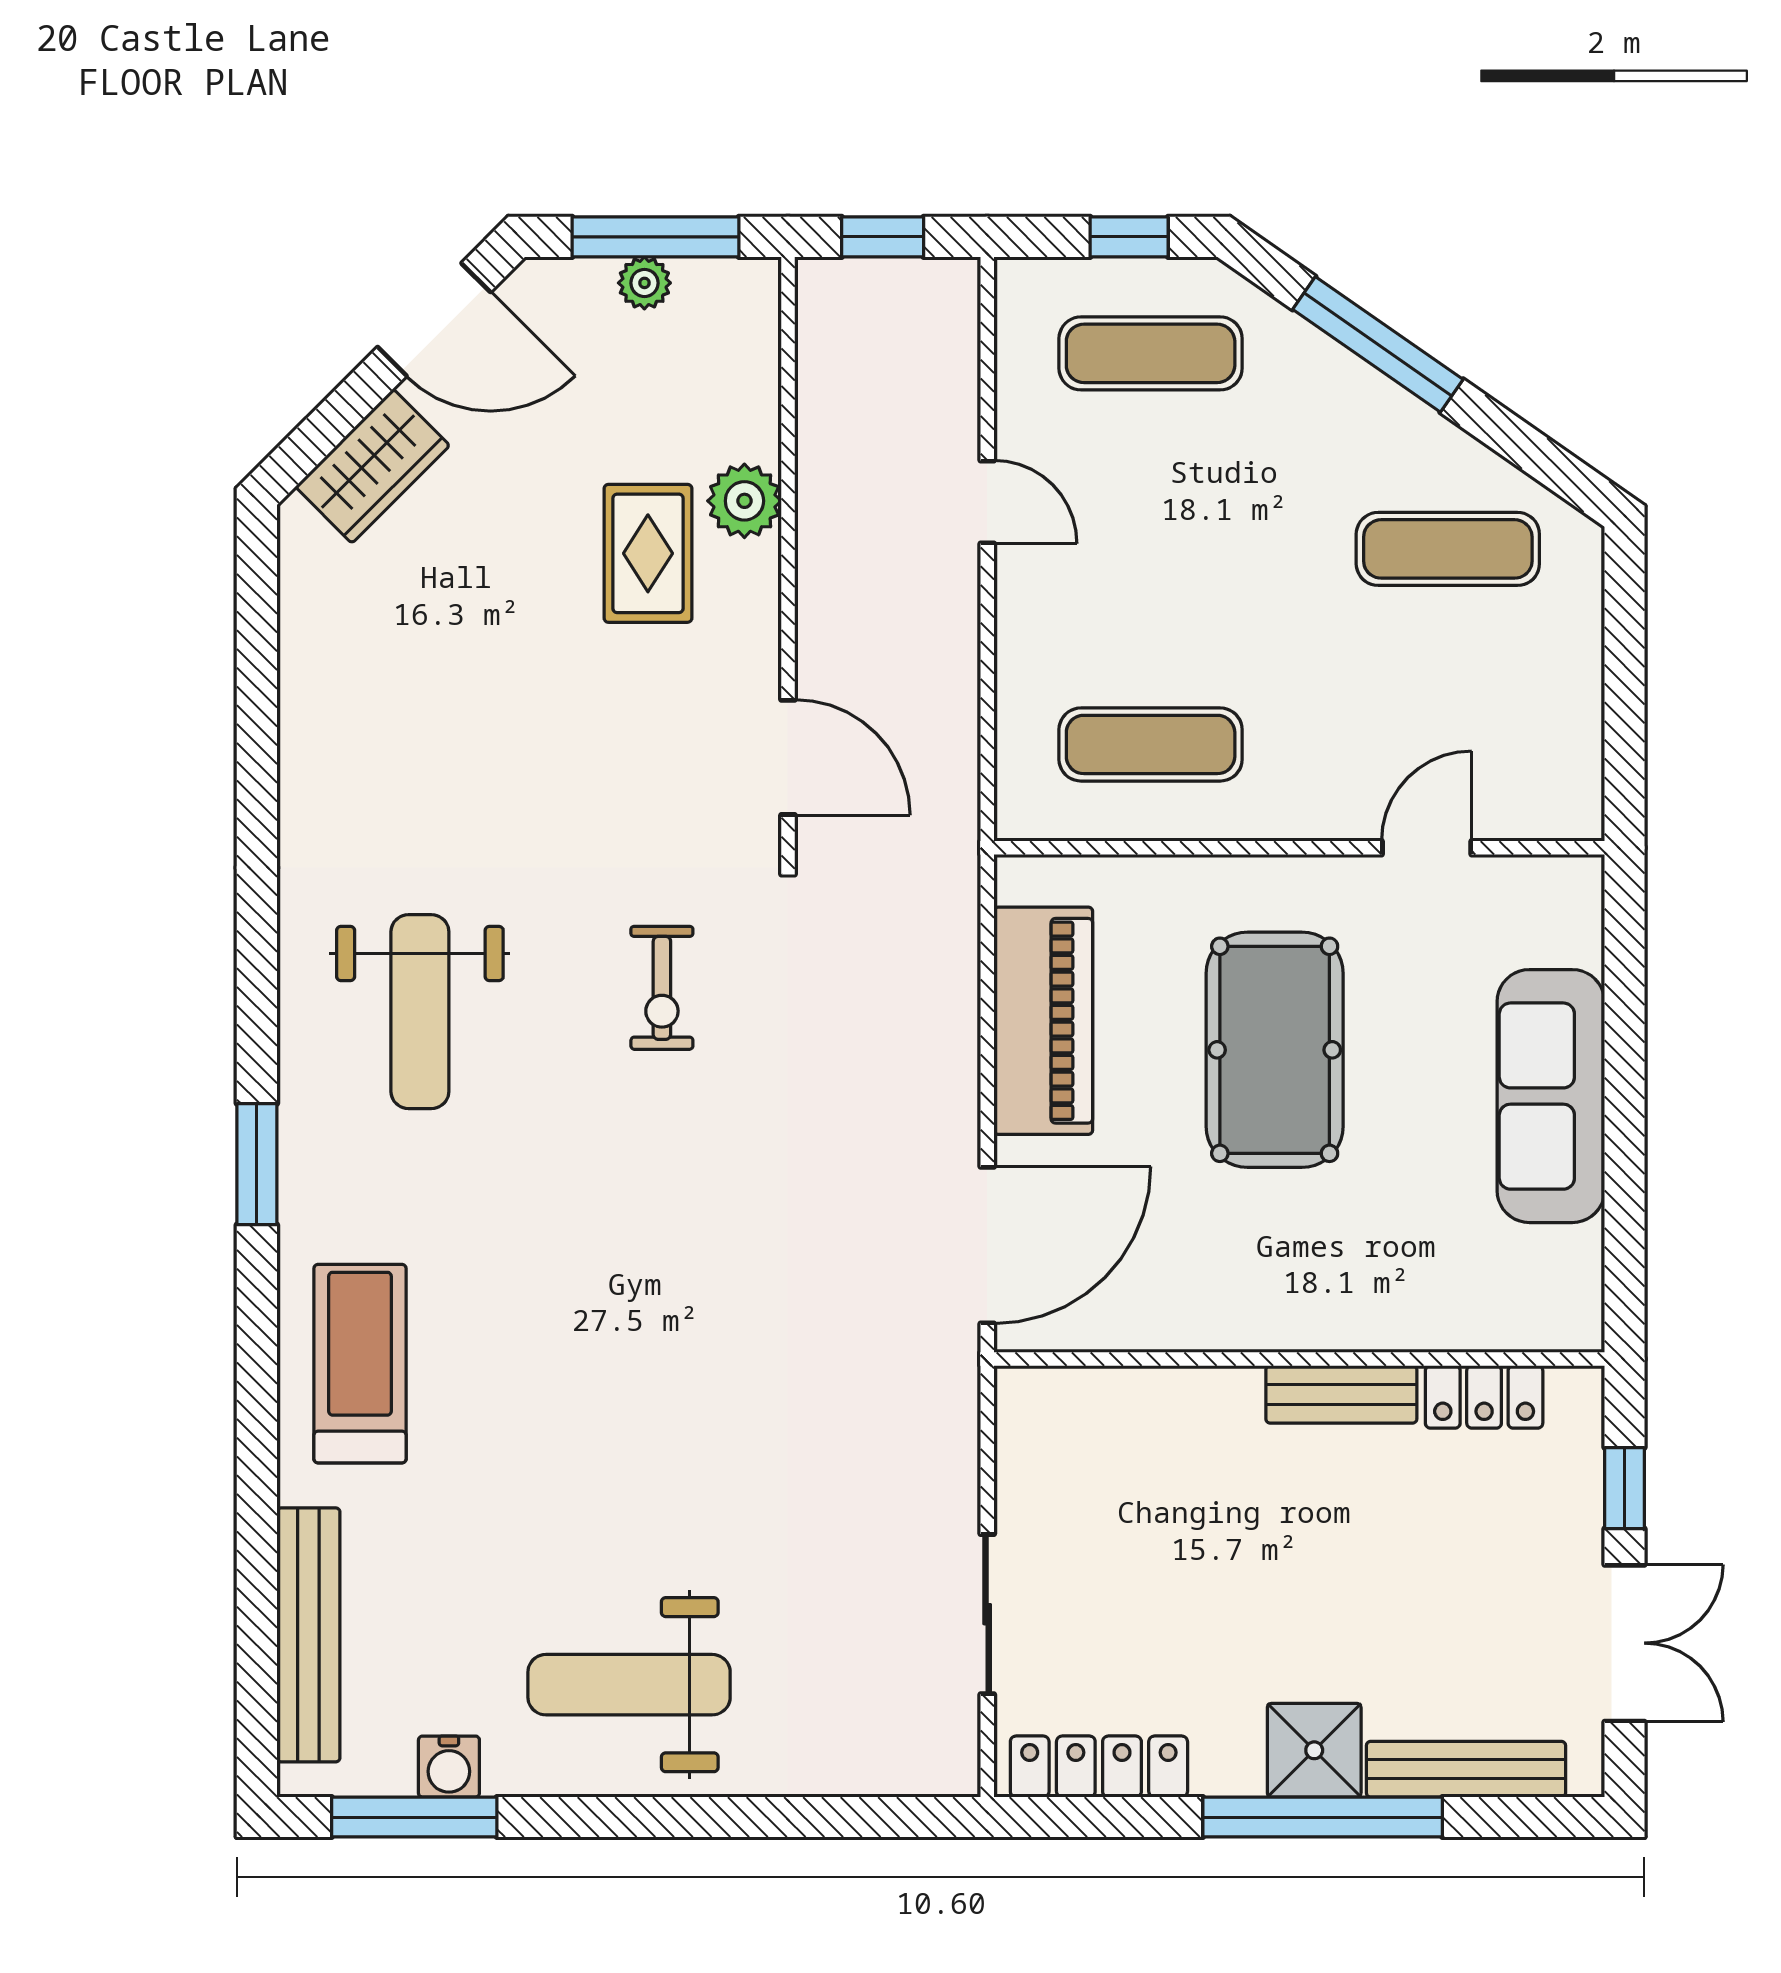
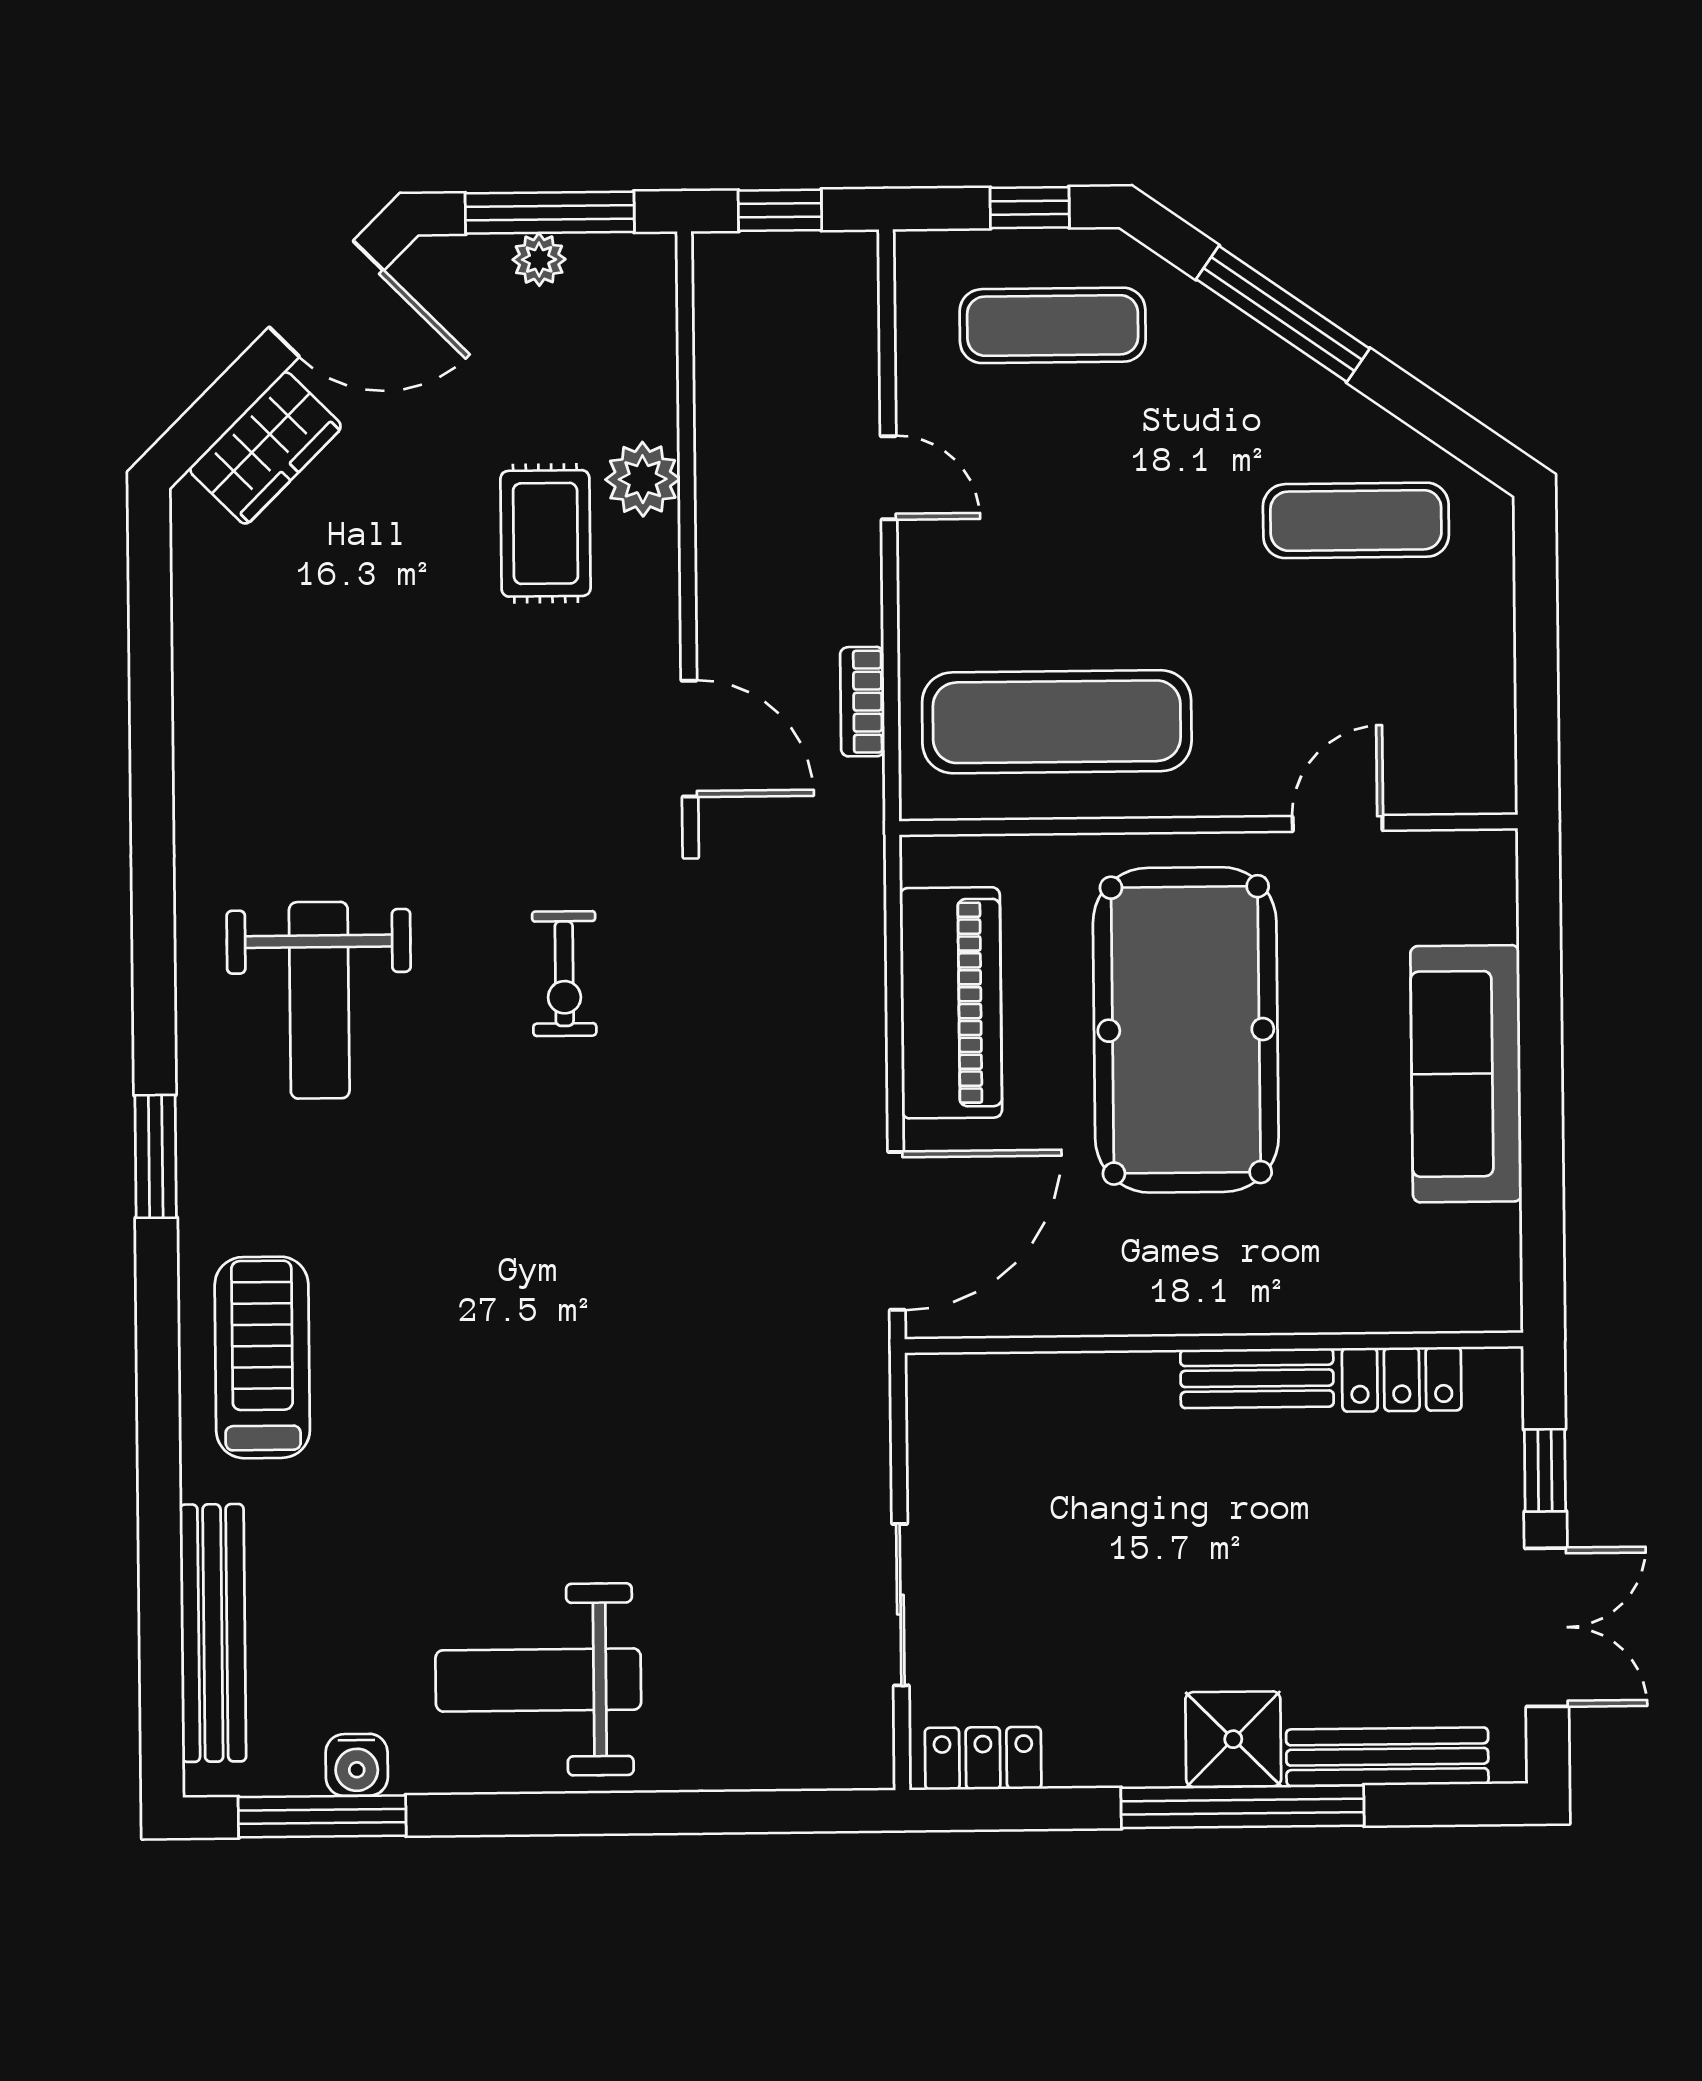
bookcase: (959, 723) -> (862, 702), added
exercise mat: (1151, 744) -> (1057, 722), width x1.36, depth x1.45
pool table: (1275, 1050) -> (1186, 1030), width x1.36, depth x1.32
locker: (1099, 1767) -> (983, 1758), width x0.66

